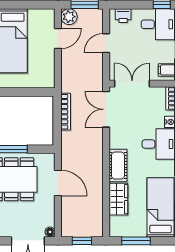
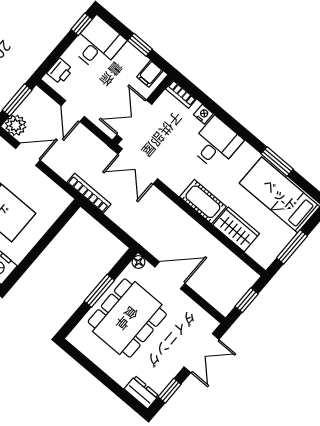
door: (58, 38) -> (28, 154), hinge flipped
bookcase: (66, 112) -> (89, 193), moved
floor lamp: (50, 232) -> (138, 262), moved

